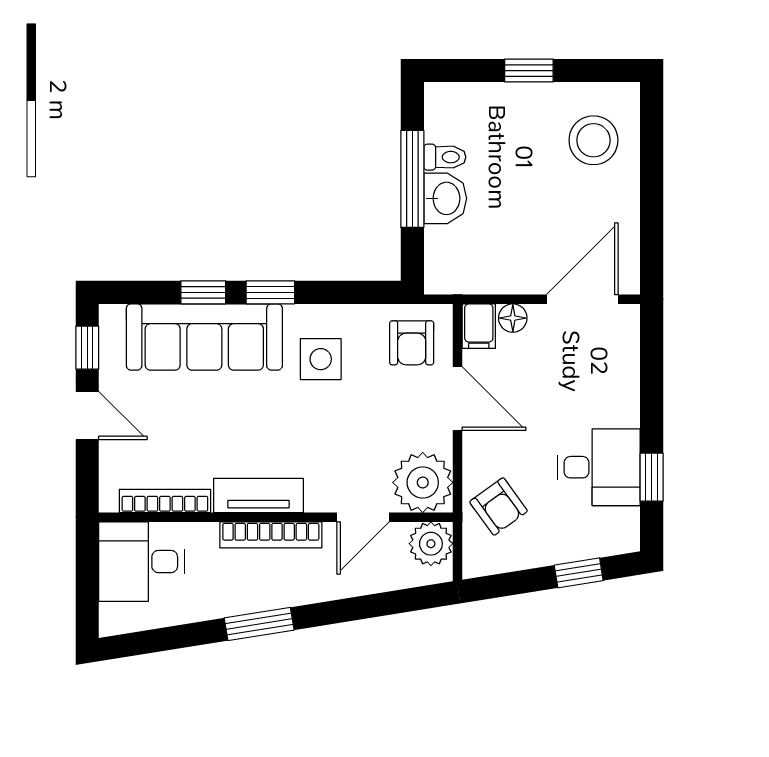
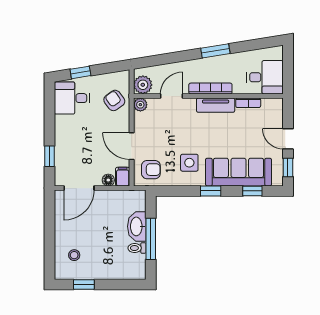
window: (529, 71) -> (84, 285), moved
stool: (593, 140) -> (74, 255), width x0.53, depth x0.53
washbasin: (445, 198) -> (137, 226), width x1.38
window: (203, 292) -> (252, 191), moved
armchair: (412, 343) -> (151, 170), turned 90
desk: (599, 467) -> (72, 98), moved
window: (652, 477) -> (50, 156), moved
plant: (423, 482) -> (140, 105), width x0.53, depth x0.53
bookcase: (165, 501) -> (248, 103), width x0.64

